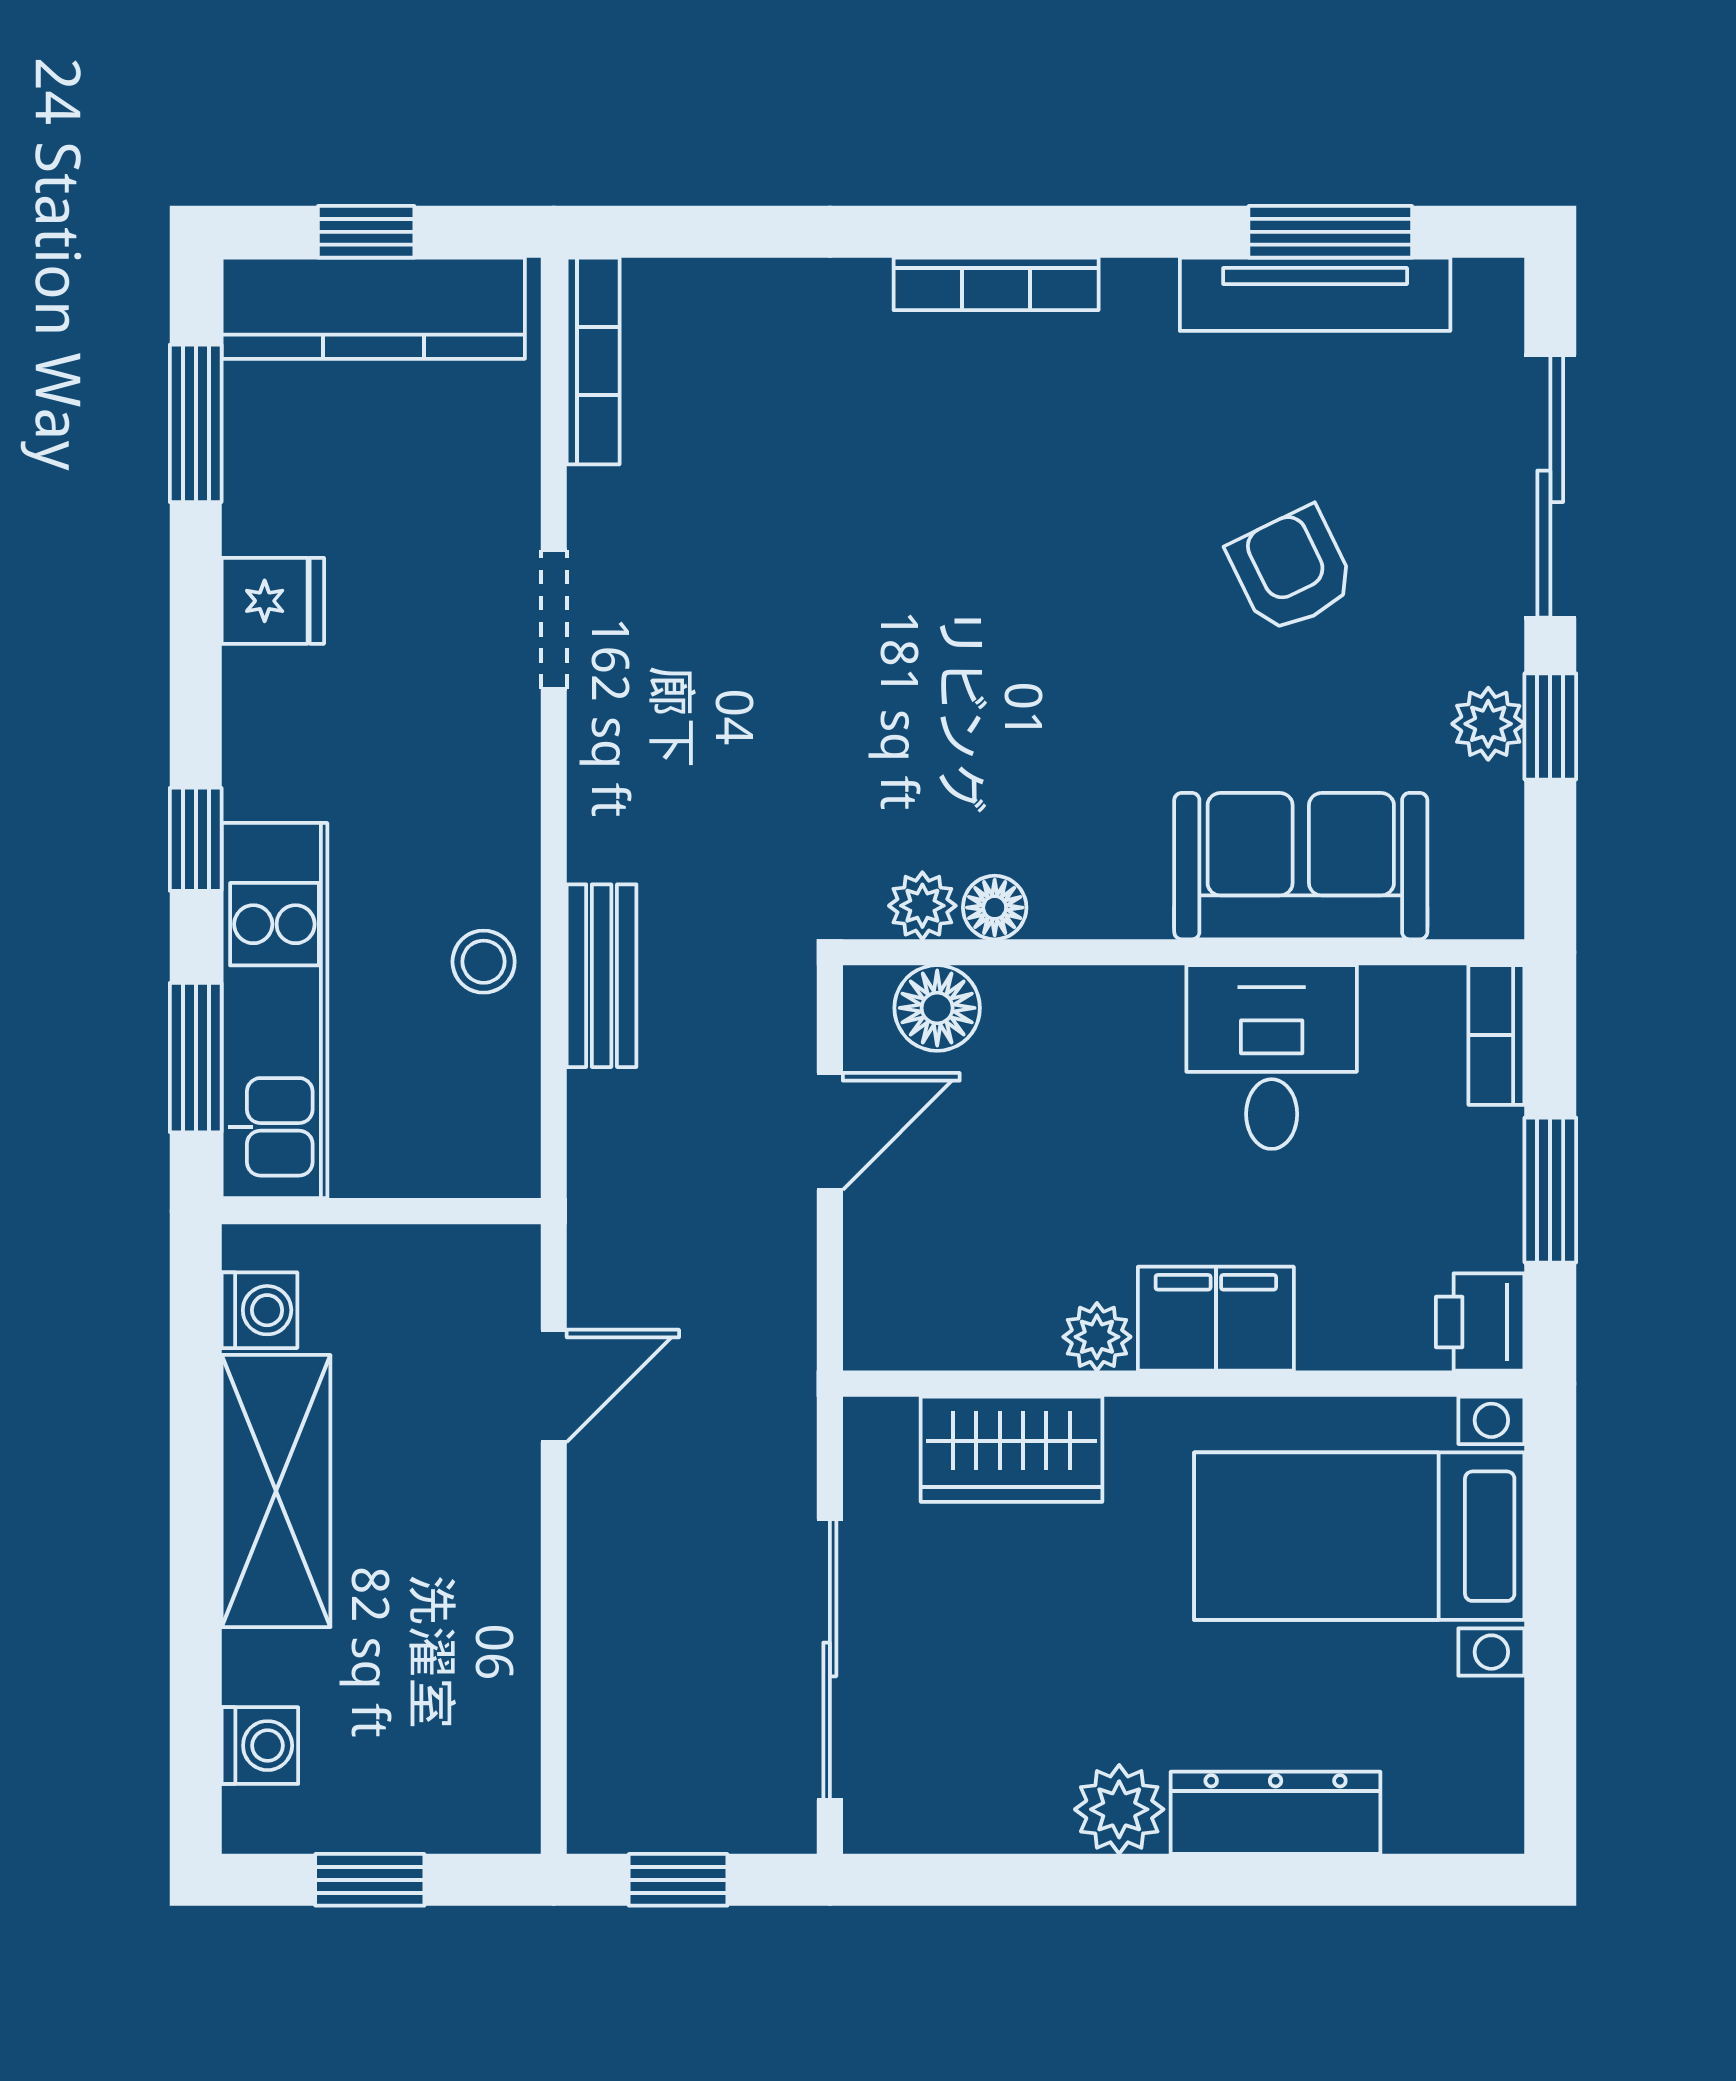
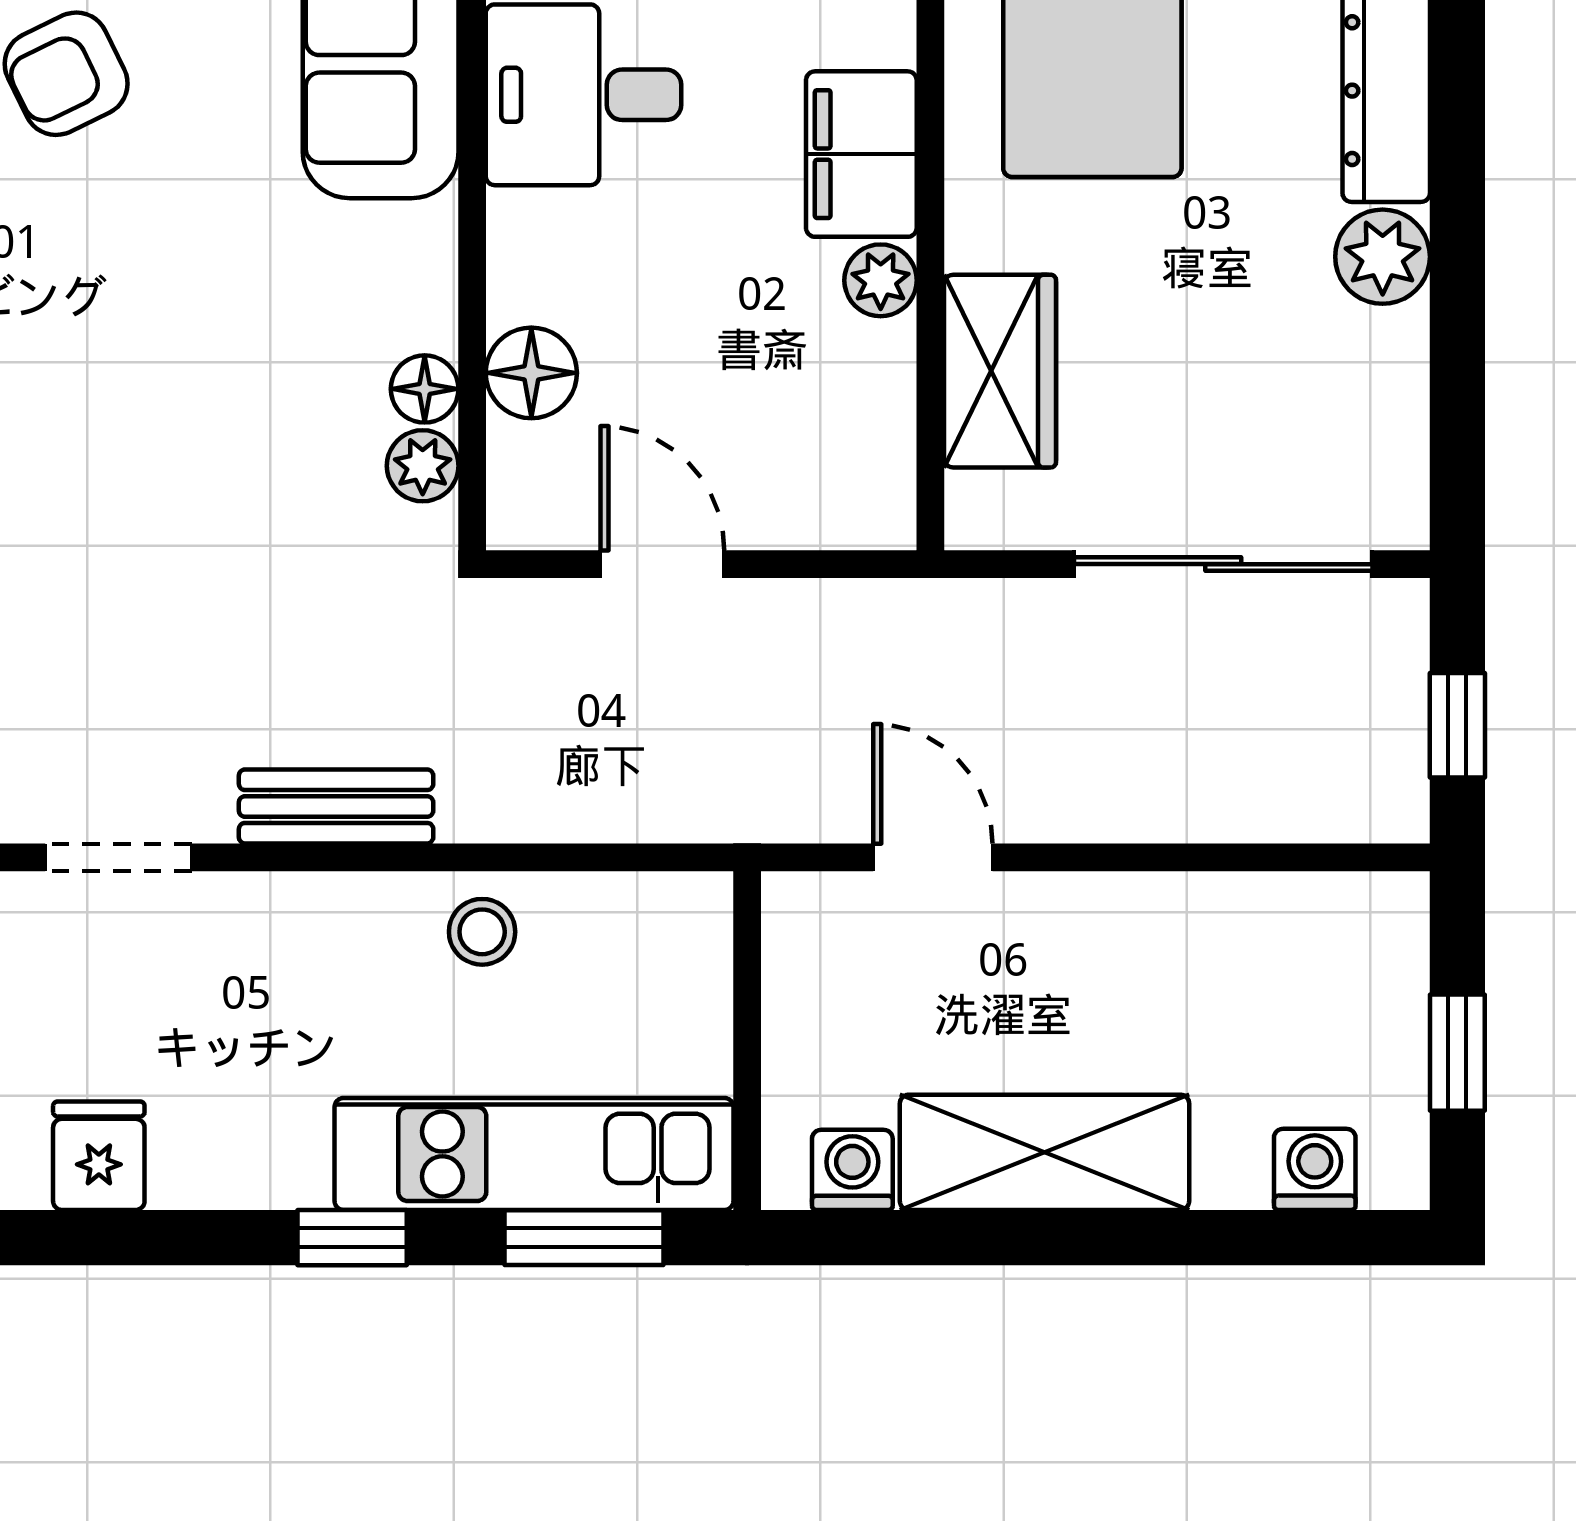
bench: (602, 976) -> (336, 806), moved
floor lamp: (937, 1008) -> (531, 373), moved

